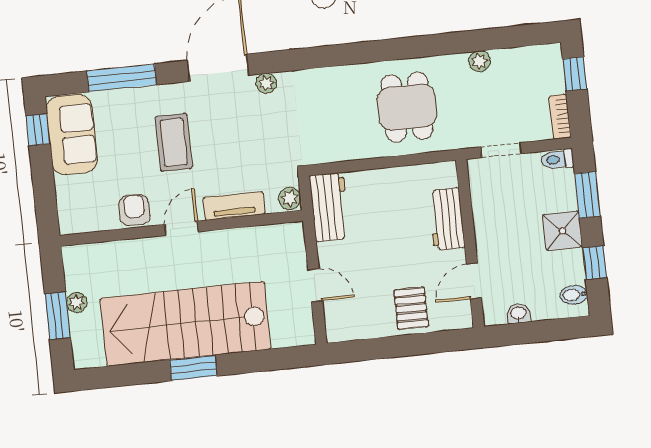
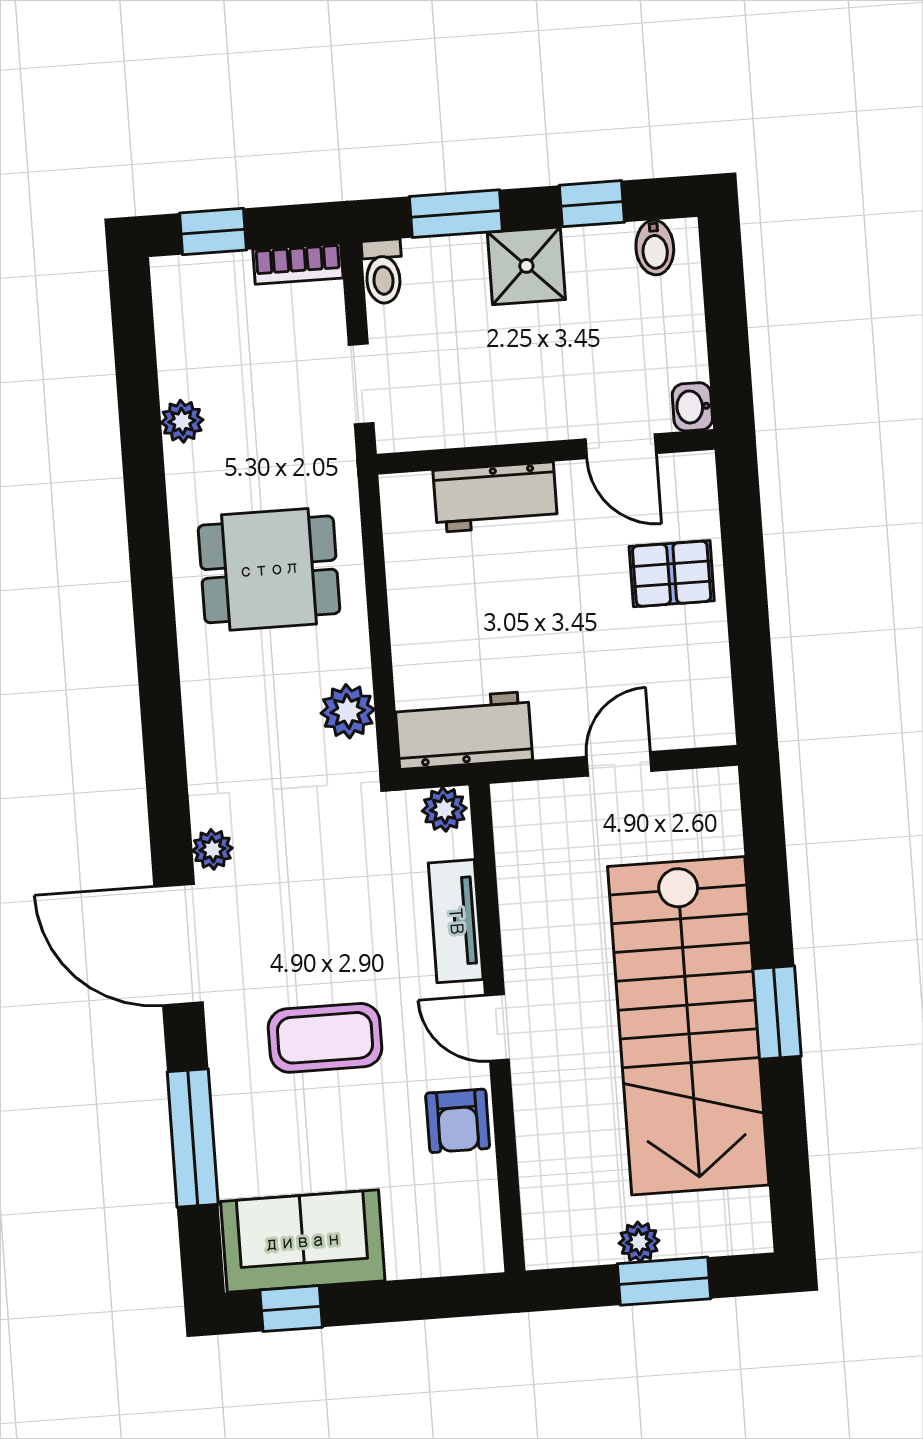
plant: (337, 149) -> (348, 711), added
armchair: (134, 210) -> (458, 1121), turned -90
washbasin: (518, 314) -> (692, 407), moved

